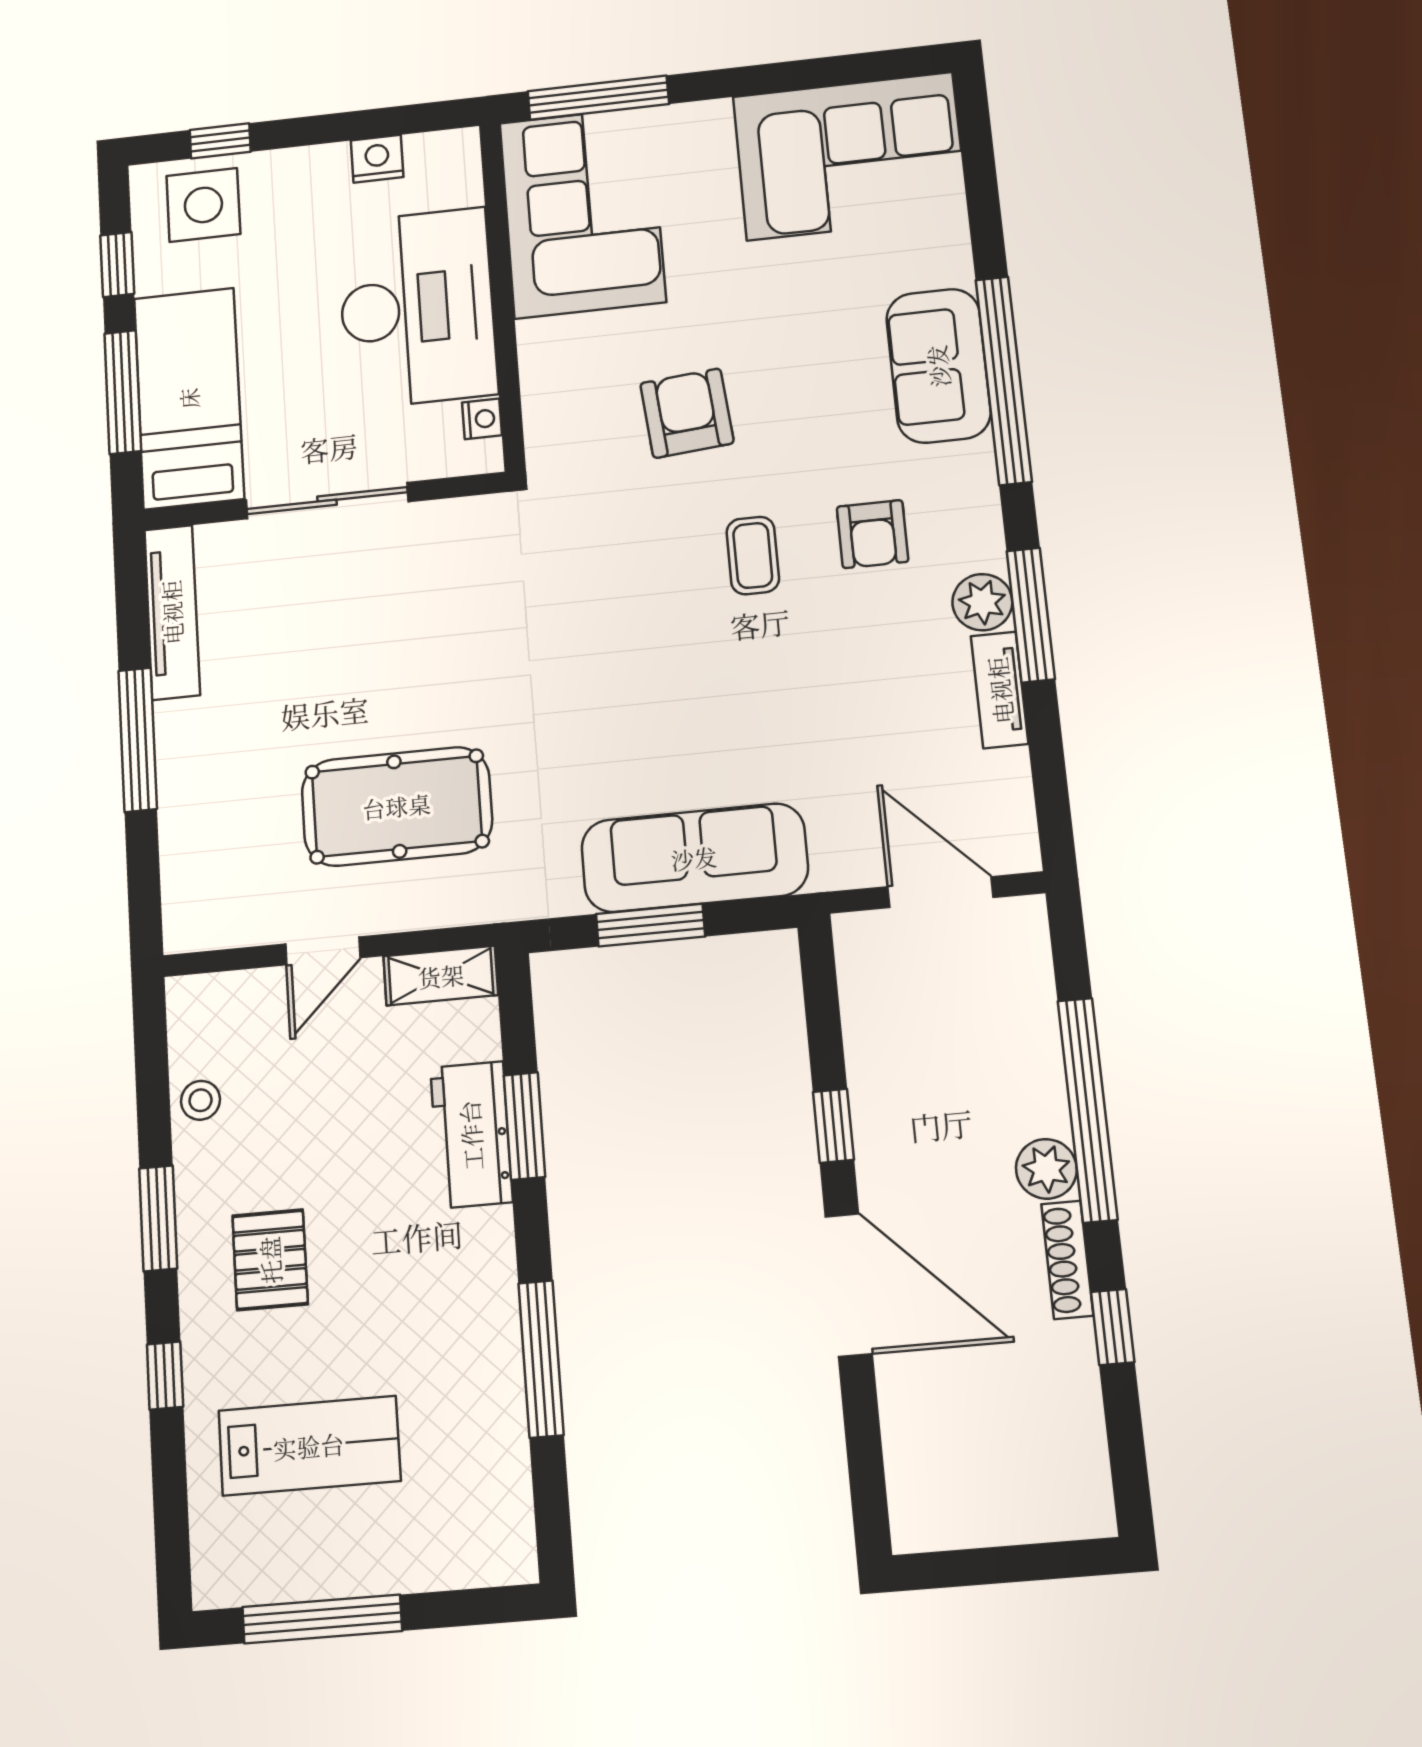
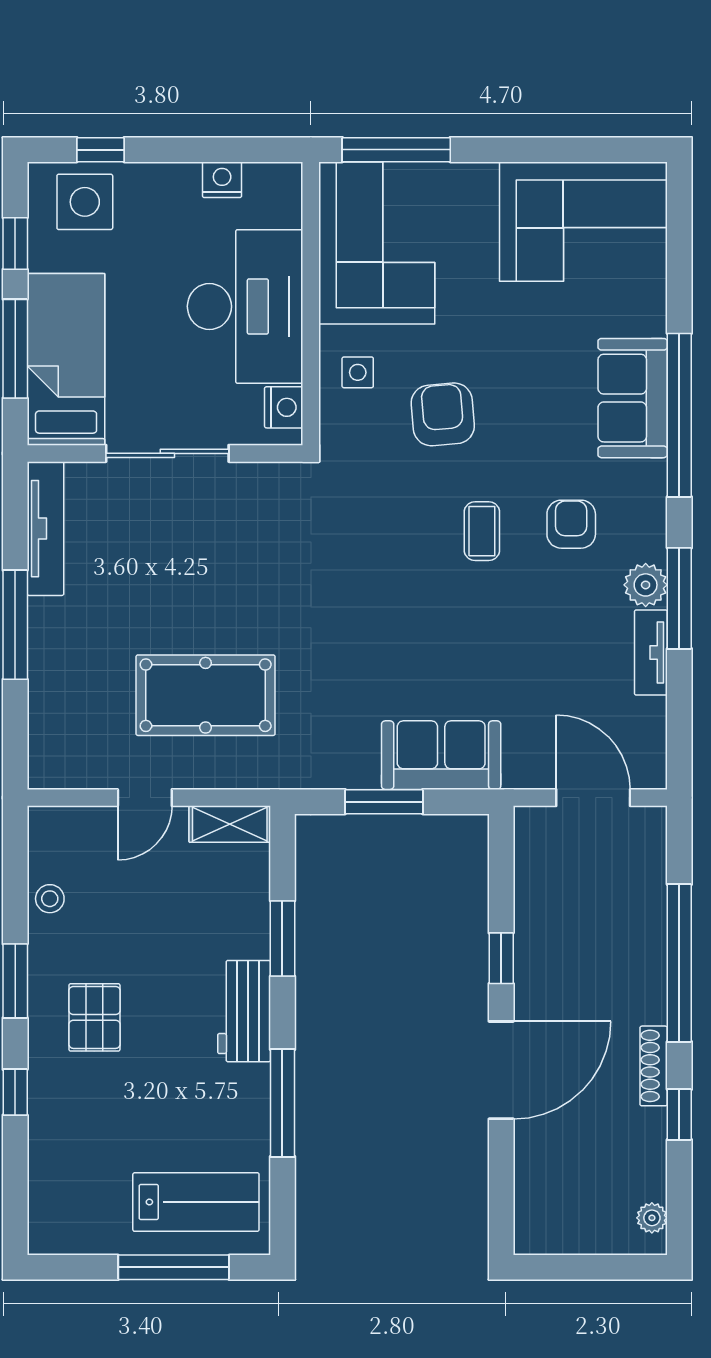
side table: (570, 373) -> (358, 372), added
nightstand: (482, 419) -> (284, 407), width x1.39, depth x1.35
armchair: (873, 534) -> (571, 524), turned 180
sofa: (694, 858) -> (441, 755), width x0.73
workbench: (471, 1135) -> (244, 1011), moved
plant: (1046, 1169) -> (652, 1218), moved, width x0.73, depth x0.73
door: (849, 1285) -> (501, 1070), hinge flipped
lab bench: (309, 1446) -> (196, 1202), moved
window: (322, 1619) -> (174, 1267), moved

